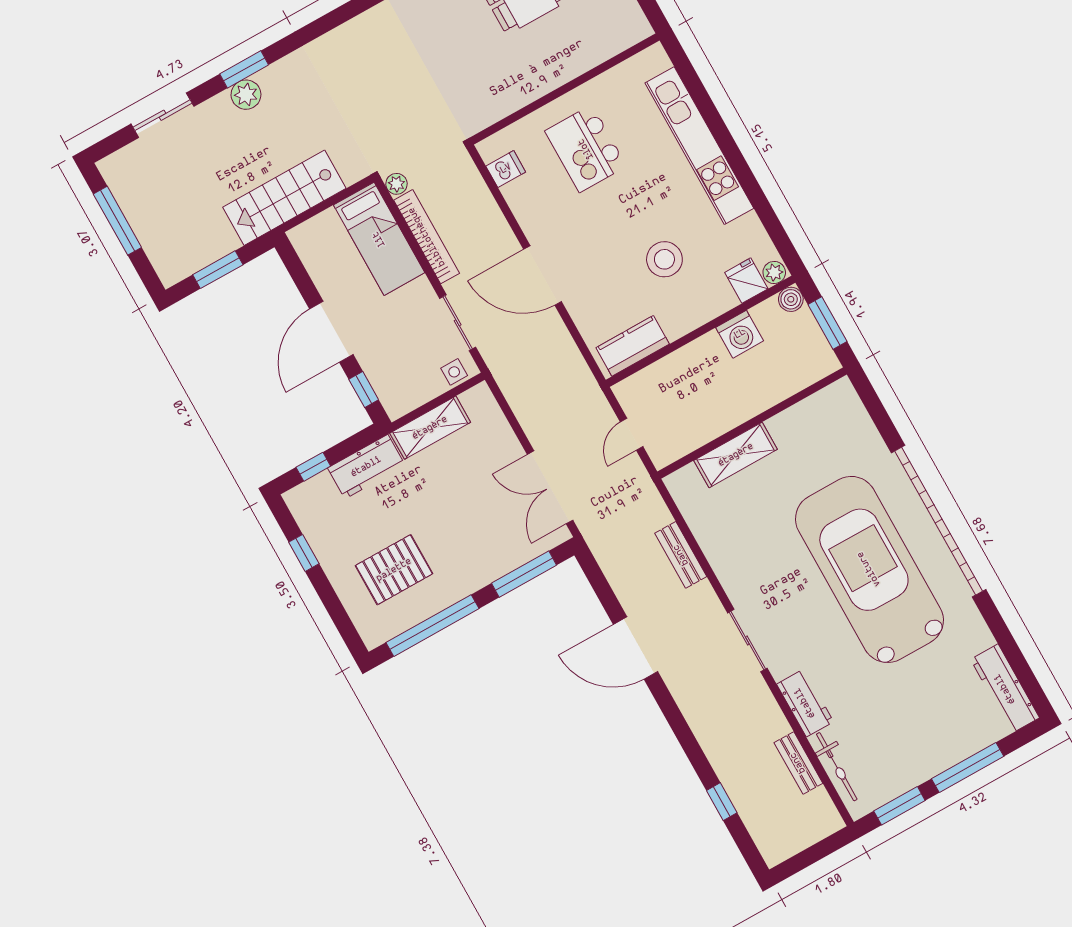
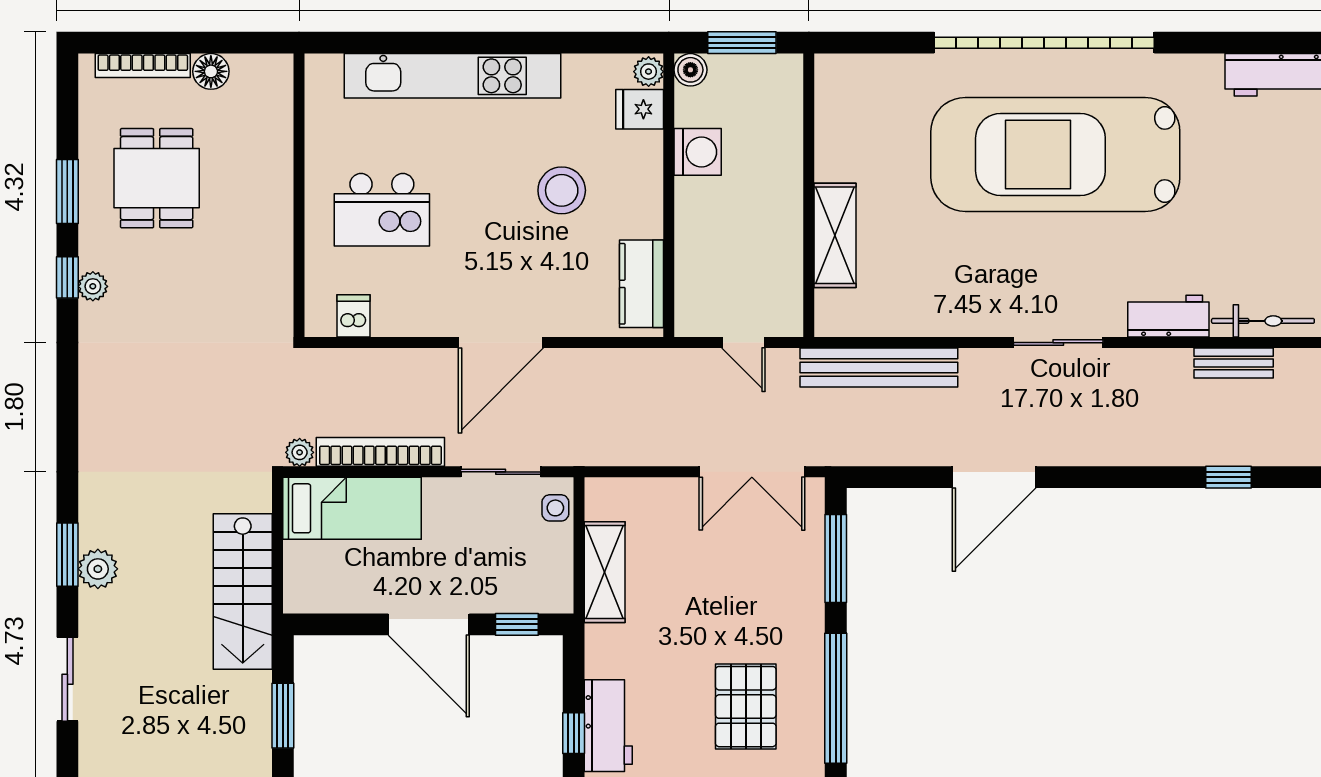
workbench: (366, 467) -> (608, 726), moved
bench: (681, 555) -> (879, 367), width x1.86, depth x1.21

